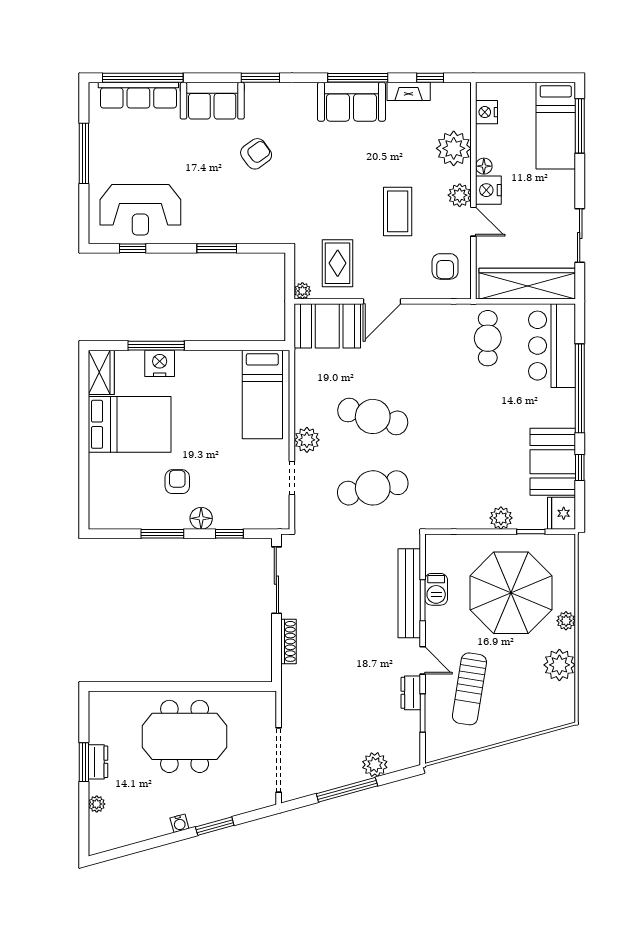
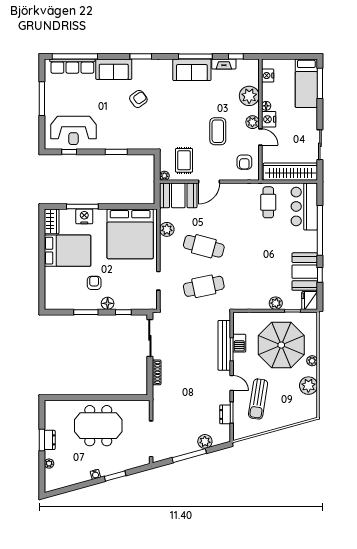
bed: (262, 395) -> (130, 234), width x2.04
plant: (307, 440) -> (167, 229), moved
dresser: (411, 693) -> (225, 414), moved

